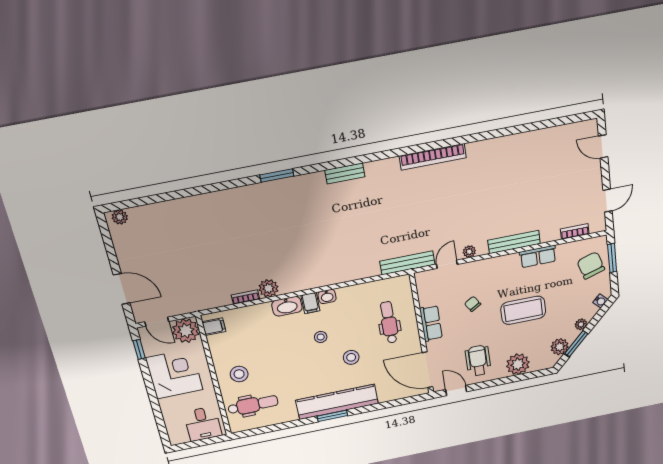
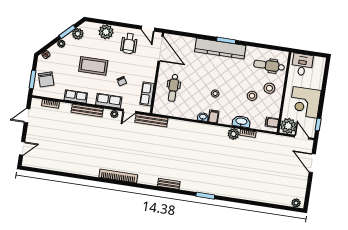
door: (603, 146) -> (22, 148), hinge flipped
row of seats: (484, 268) -> (109, 101), added
washbasin: (287, 306) -> (241, 122), moved
row of seats: (431, 323) -> (147, 94), moved
stool: (351, 357) -> (252, 96), moved

